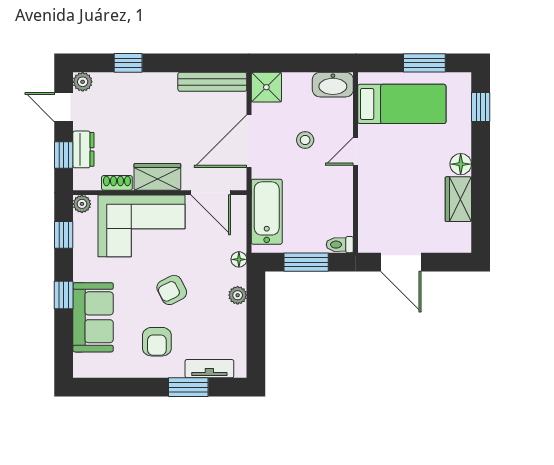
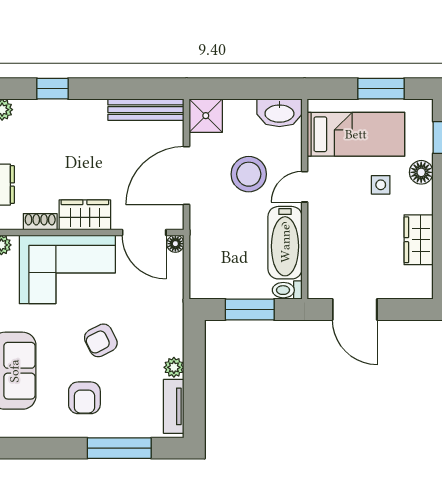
stool: (305, 140) -> (249, 174), width x1.89, depth x1.89
side table: (424, 150) -> (381, 185), added
floor lamp: (461, 164) -> (421, 172), moved
bathtub: (267, 212) -> (285, 243), moved, turned 180
floor lamp: (239, 259) -> (175, 244), moved
plant: (238, 295) -> (174, 367), moved
tv unit: (209, 369) -> (174, 406), moved, turned -90
window: (188, 387) -> (119, 448), width x1.44

